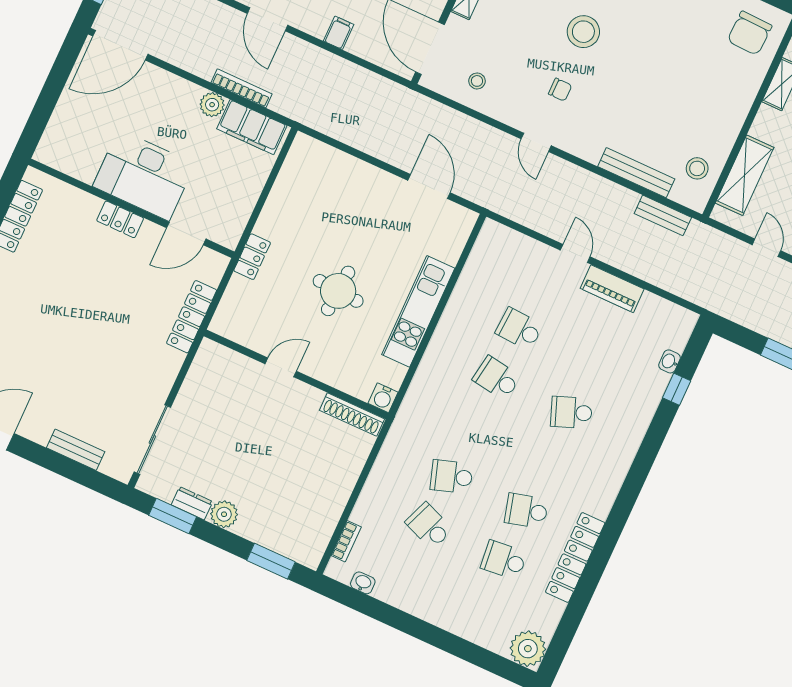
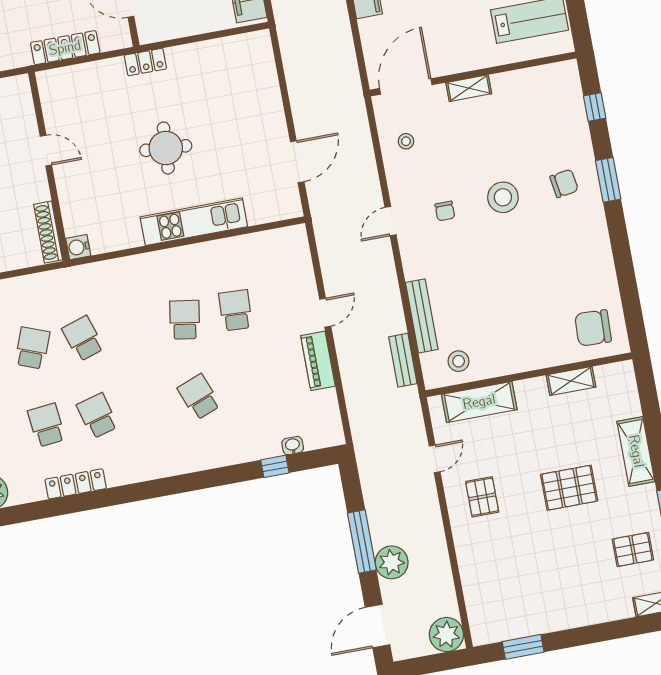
door: (281, 367) -> (46, 151), moved
wall: (296, 374) -> (49, 166), moved
water cooler: (383, 398) -> (78, 247), moved
shoe rack: (352, 415) -> (48, 232), moved
locker: (575, 557) -> (76, 484), width x0.71, depth x0.83

